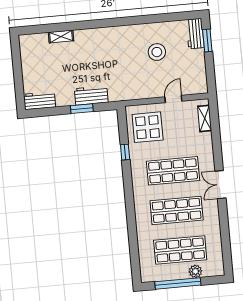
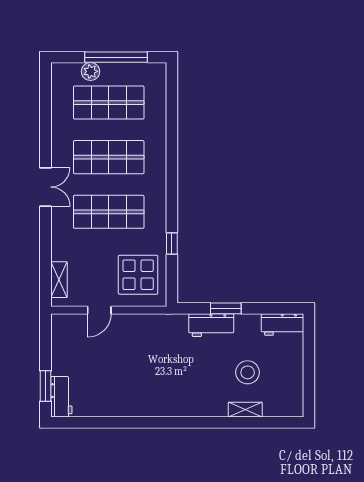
stool: (157, 52) -> (248, 372), moved

